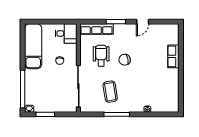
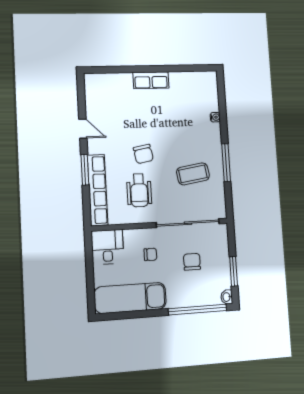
row of seats: (97, 29) -> (98, 190), width x1.36
wheelchair: (101, 56) -> (139, 190), turned -90
row of seats: (173, 56) -> (151, 80), moved
chair: (53, 87) -> (192, 262), added

